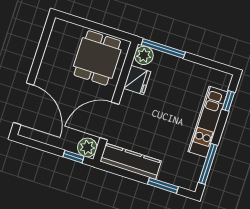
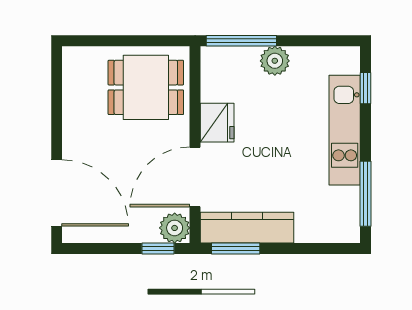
plant: (144, 55) -> (275, 61), moved
dining table: (97, 58) -> (146, 87), turned 90
fridge: (137, 80) -> (217, 123), moved
window: (163, 185) -> (236, 248), moved

